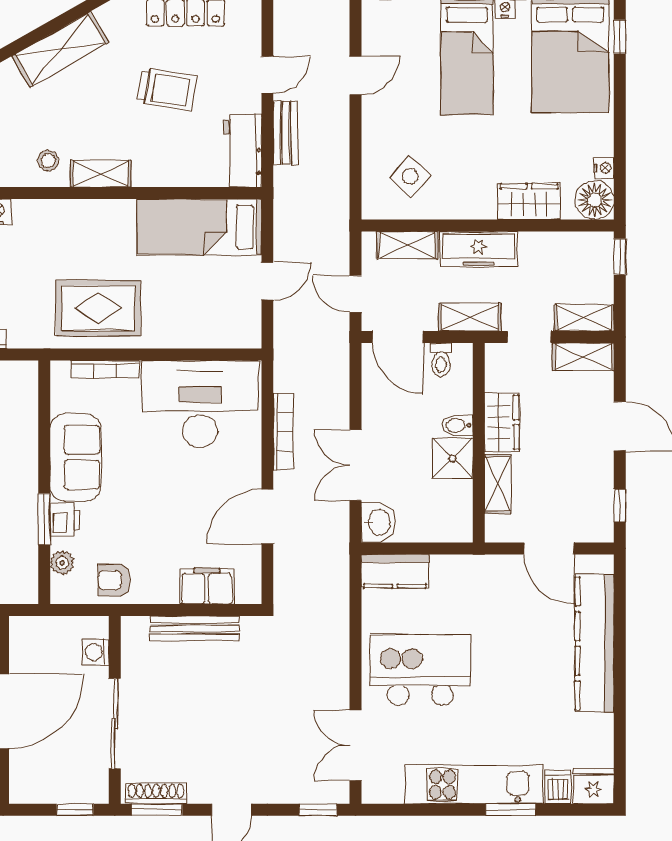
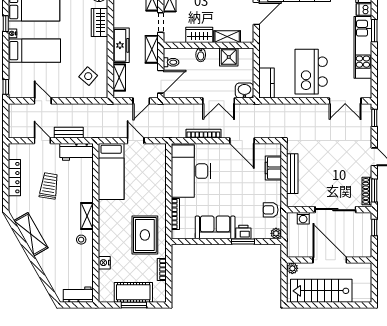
rug: (98, 308) -> (145, 235), moved
shower: (453, 459) -> (229, 57), moved
plant: (62, 563) -> (276, 233), moved
armchair: (114, 580) -> (271, 210), turned 90

